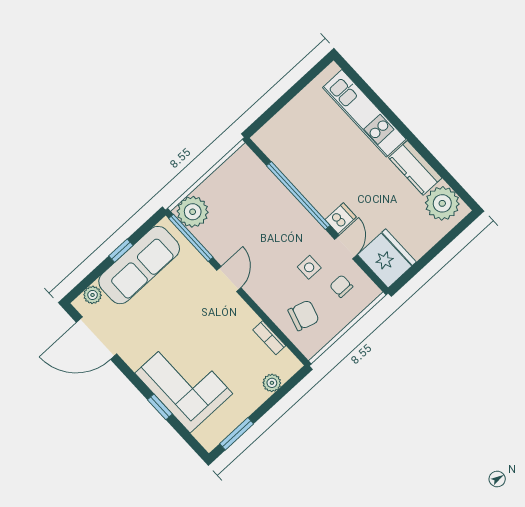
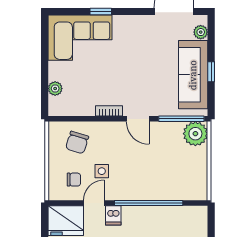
door: (346, 247) -> (94, 203), swing flipped
bookcase: (269, 338) -> (109, 111), moved
corner sofa: (184, 383) -> (80, 38), moved
window: (237, 434) -> (45, 41), removed

